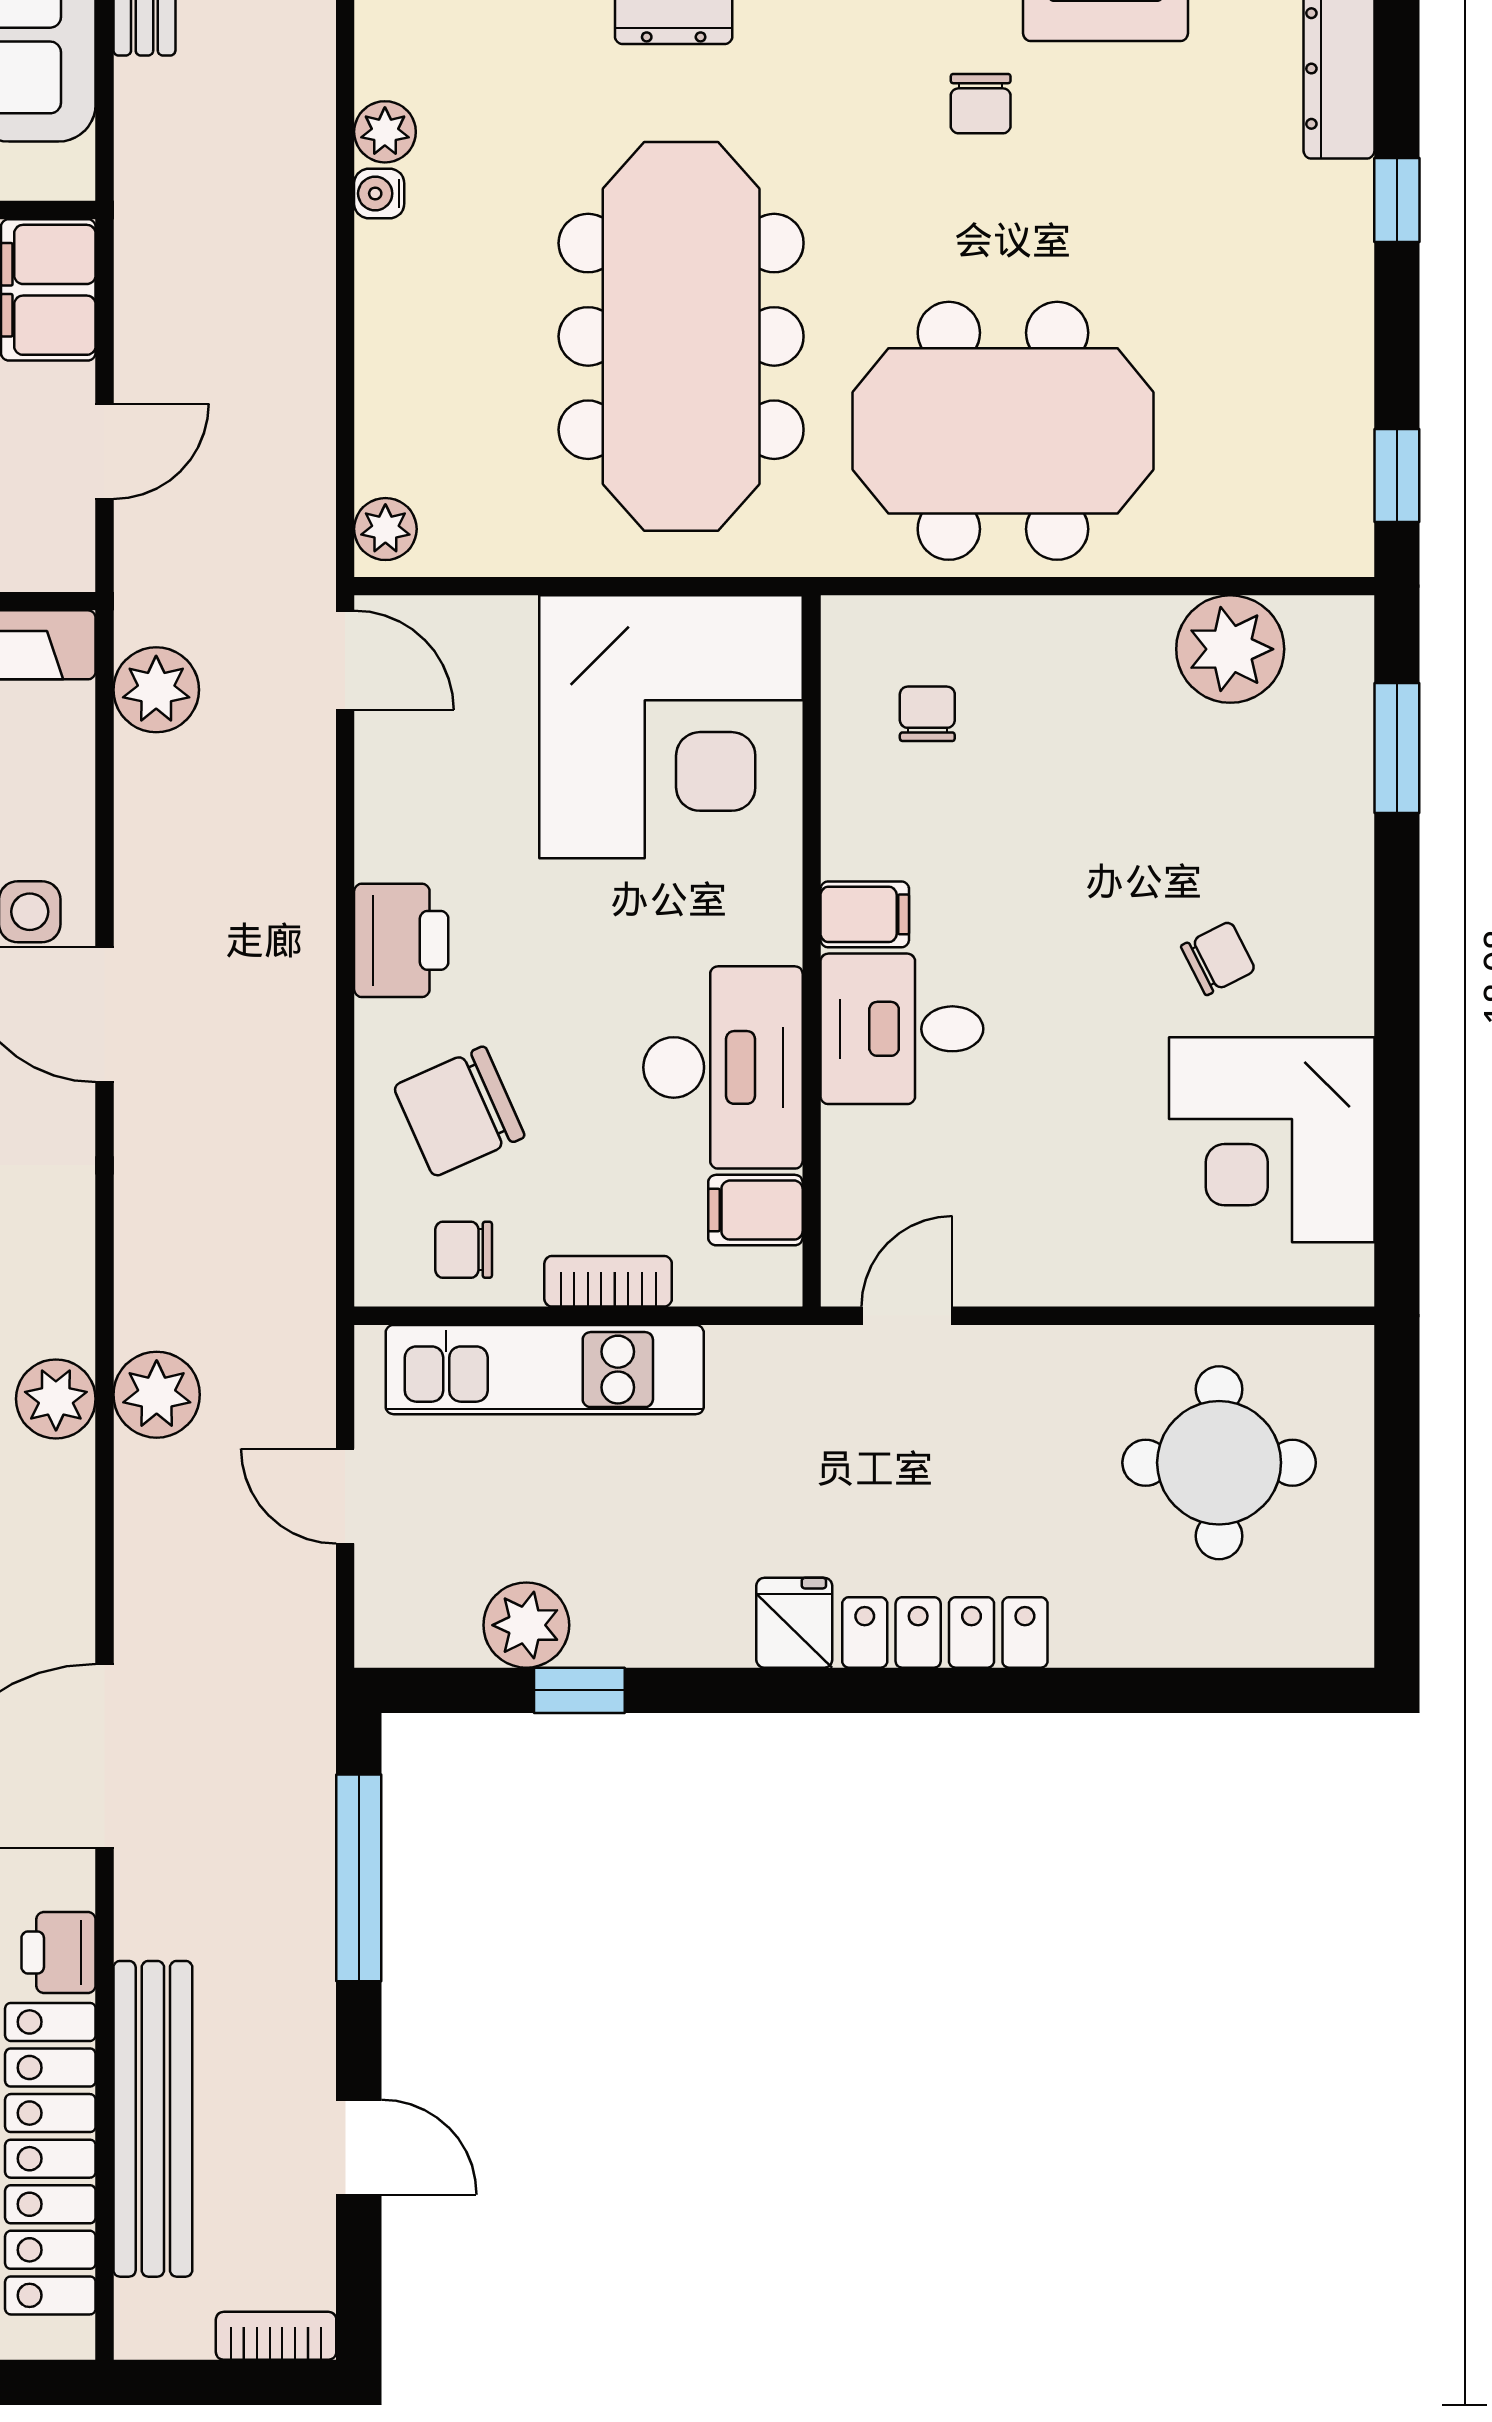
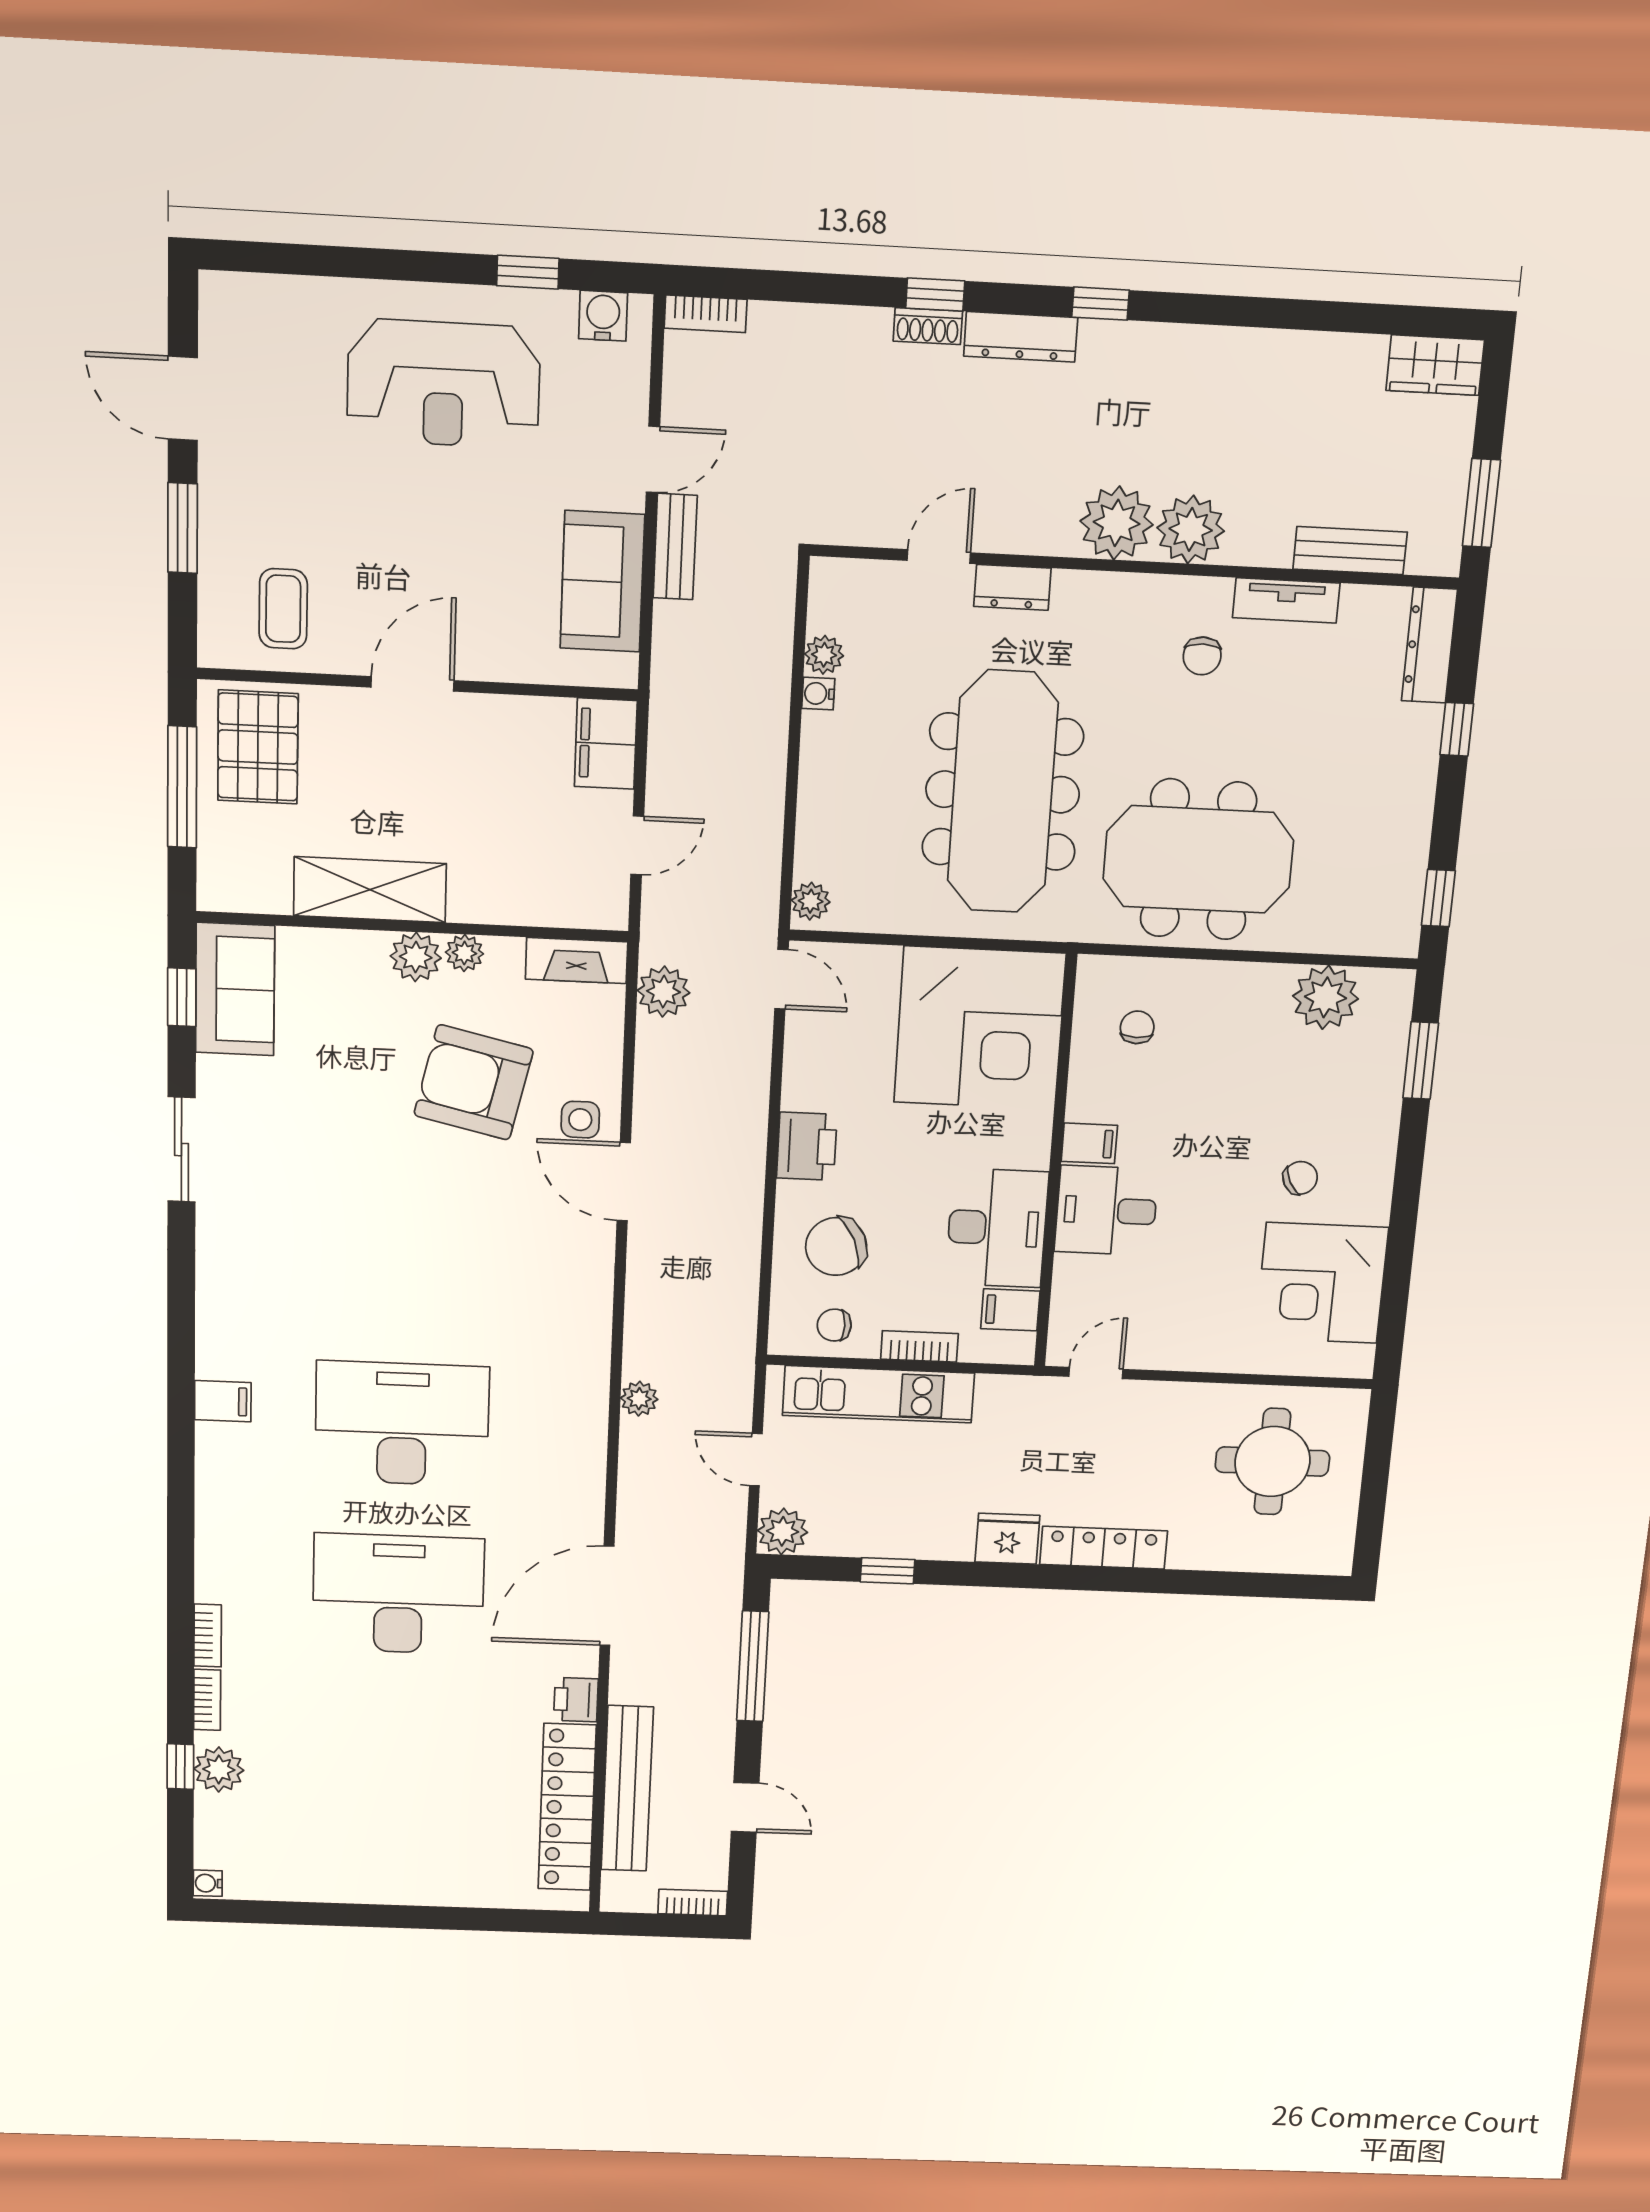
plant: (157, 1395) -> (639, 1399), width x0.73, depth x0.73
plant: (56, 1399) -> (586, 1399), removed
fridge: (794, 1623) -> (1007, 1539), width x1.38
plant: (526, 1625) -> (783, 1531), moved

